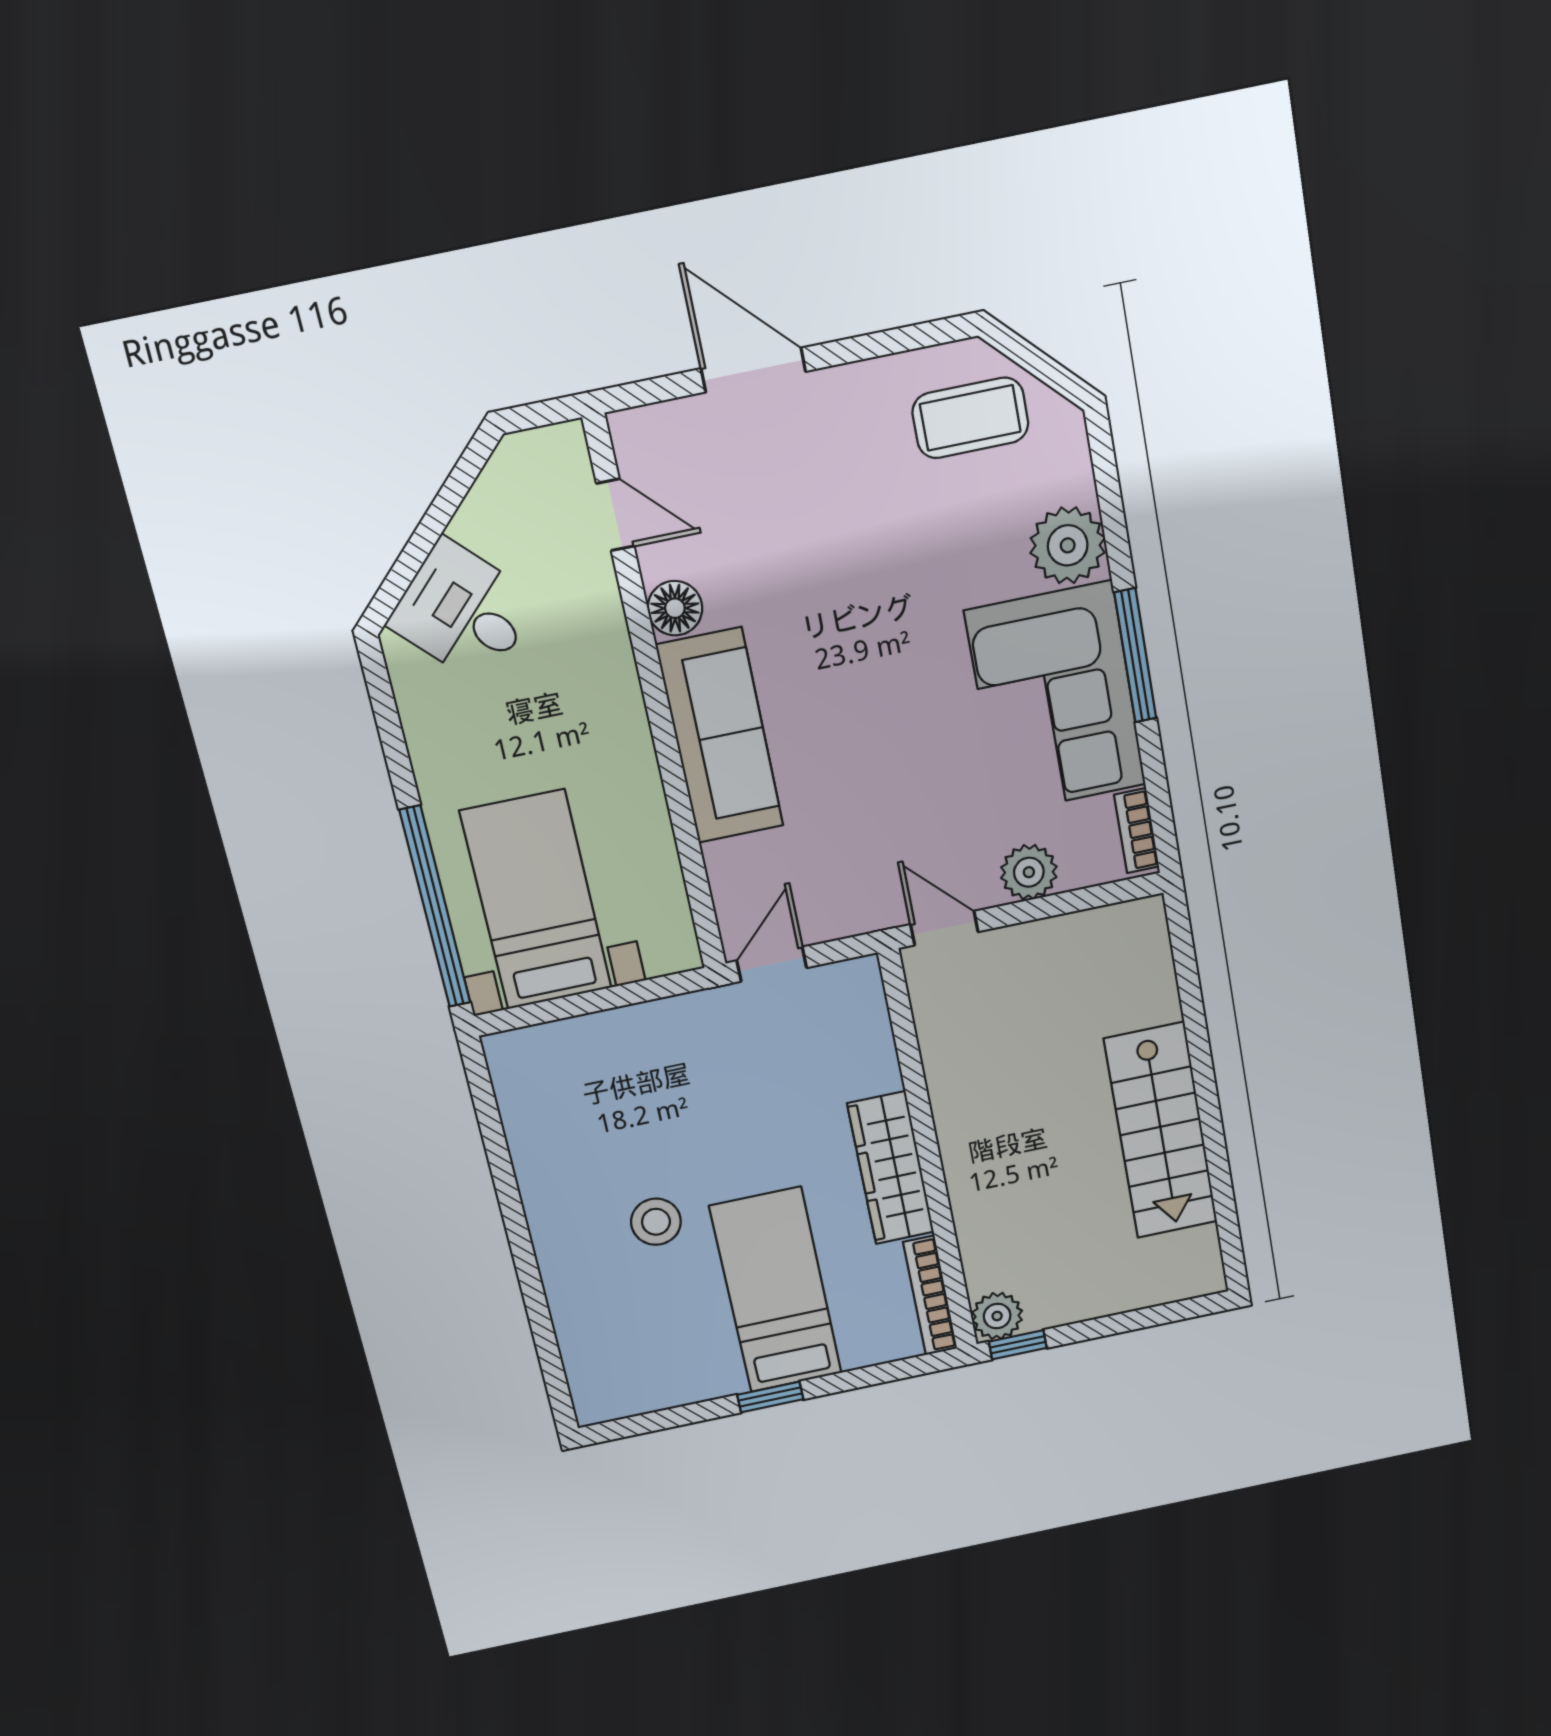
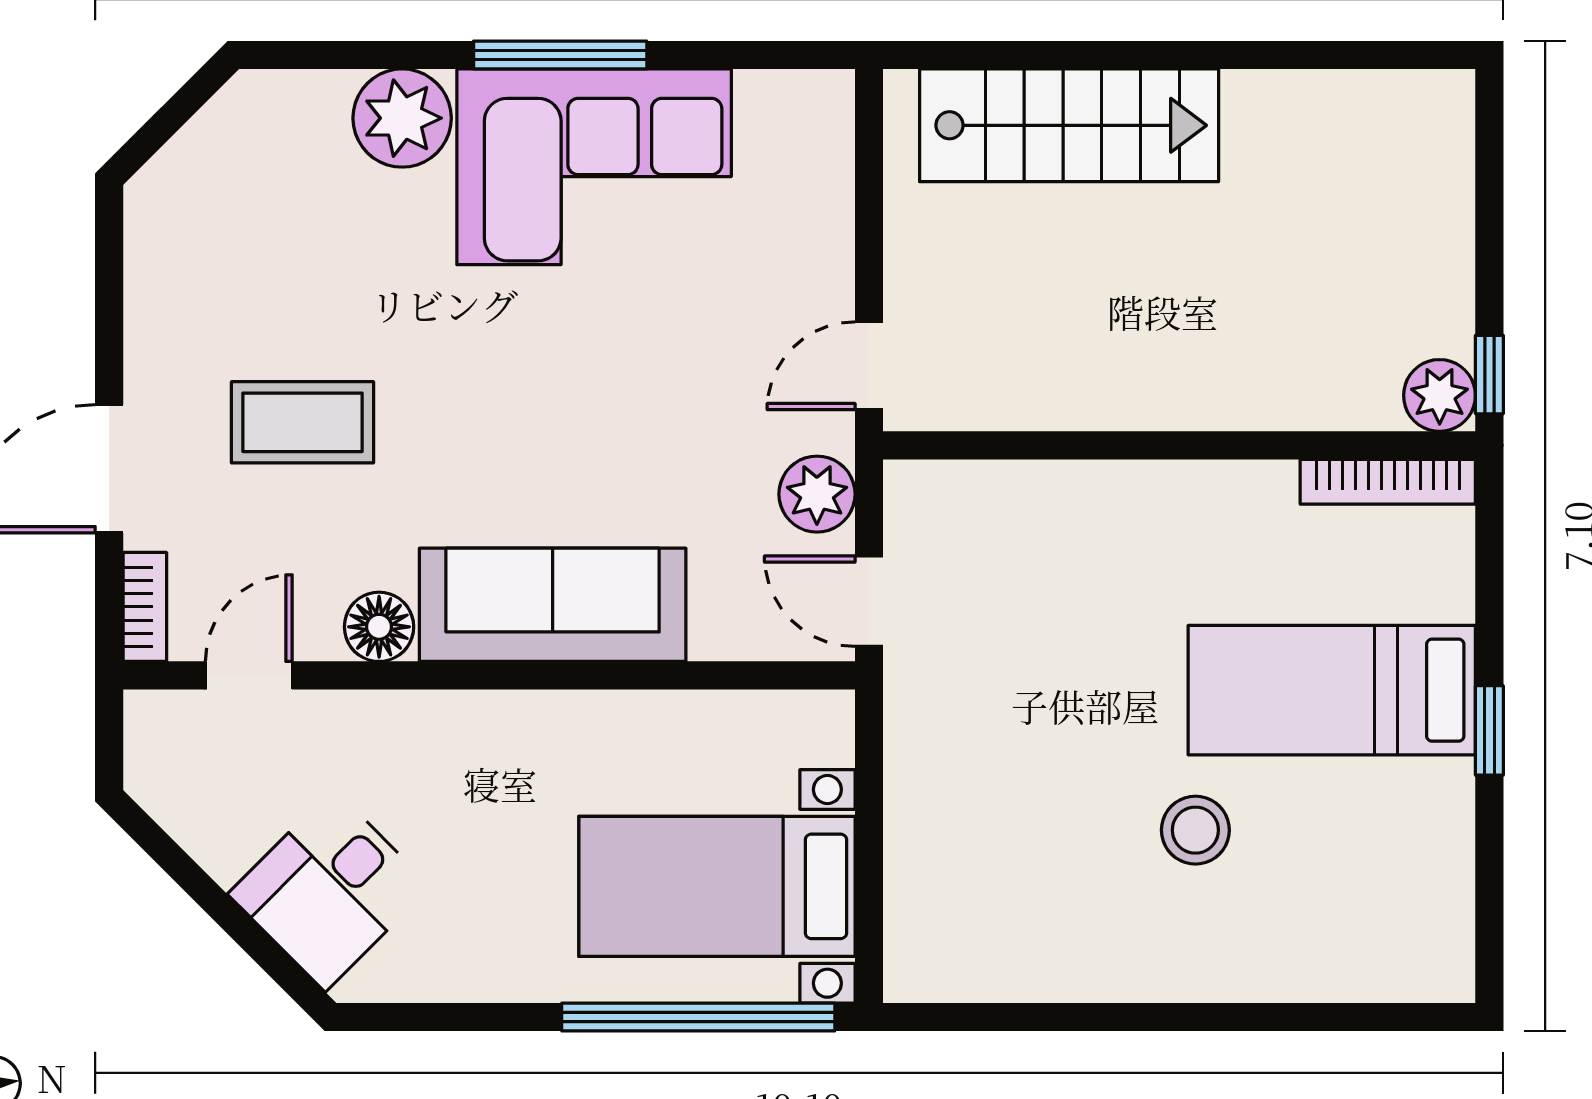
coffee table: (970, 418) -> (302, 422), moved, turned 90
bookcase: (1137, 831) -> (145, 607), moved, turned -90
plant: (1029, 872) -> (817, 494), moved
stairs: (1161, 1131) -> (1069, 125), moved
wardrobe: (891, 1168) -> (1189, 500), removed

